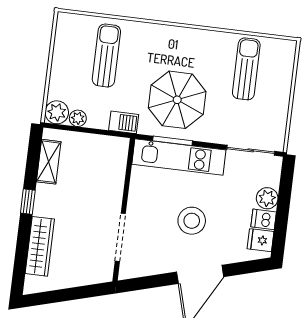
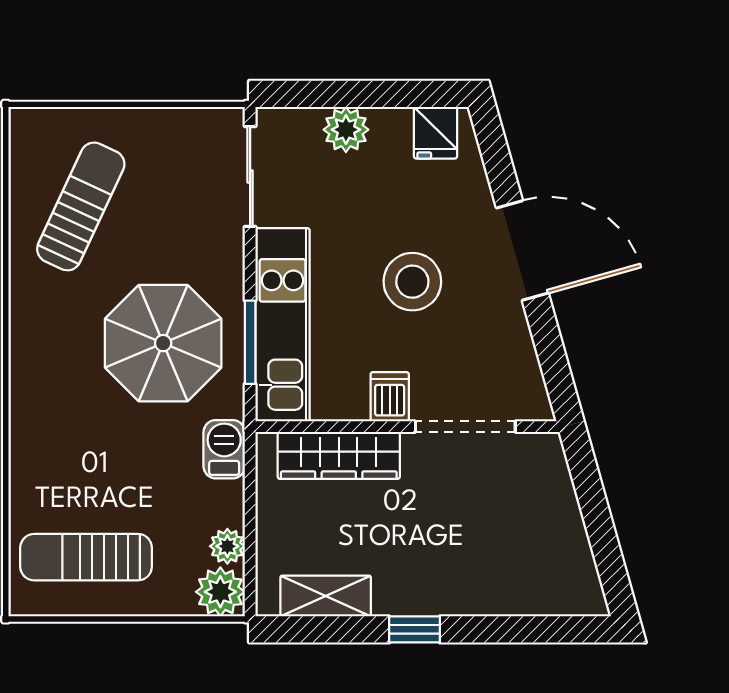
sun lounger: (106, 55) -> (86, 557), moved
sun lounger: (246, 69) -> (81, 206), turned 115
dishwasher: (264, 219) -> (390, 397), moved, turned 180
wardrobe: (40, 246) -> (339, 455), moved, turned 180

